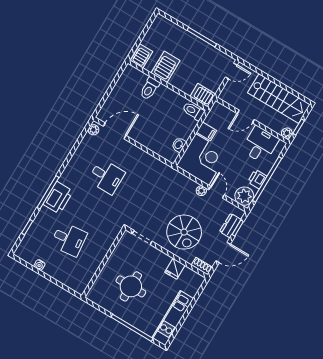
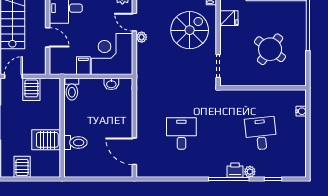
server rack: (141, 56) -> (22, 167), moved, turned 90
door: (231, 71) -> (13, 76), hinge flipped
server rack: (203, 95) -> (31, 89), moved
plant: (94, 130) -> (250, 172), moved
door: (217, 192) -> (134, 22), hinge flipped
printer: (58, 198) -> (235, 170), width x0.53, depth x0.68
water cooler: (39, 265) -> (301, 111), moved
round table: (131, 286) -> (270, 49), turned 36

